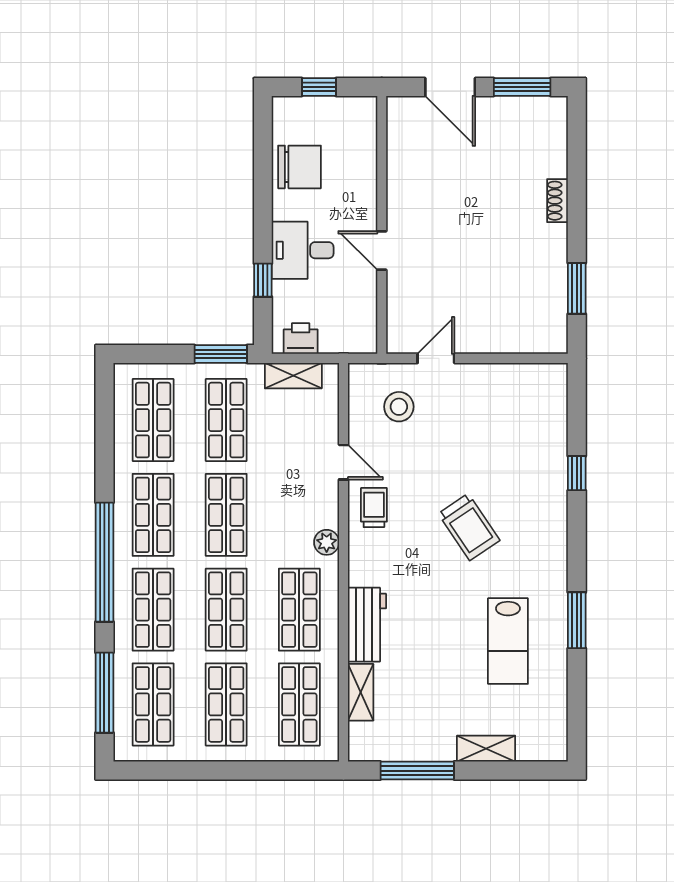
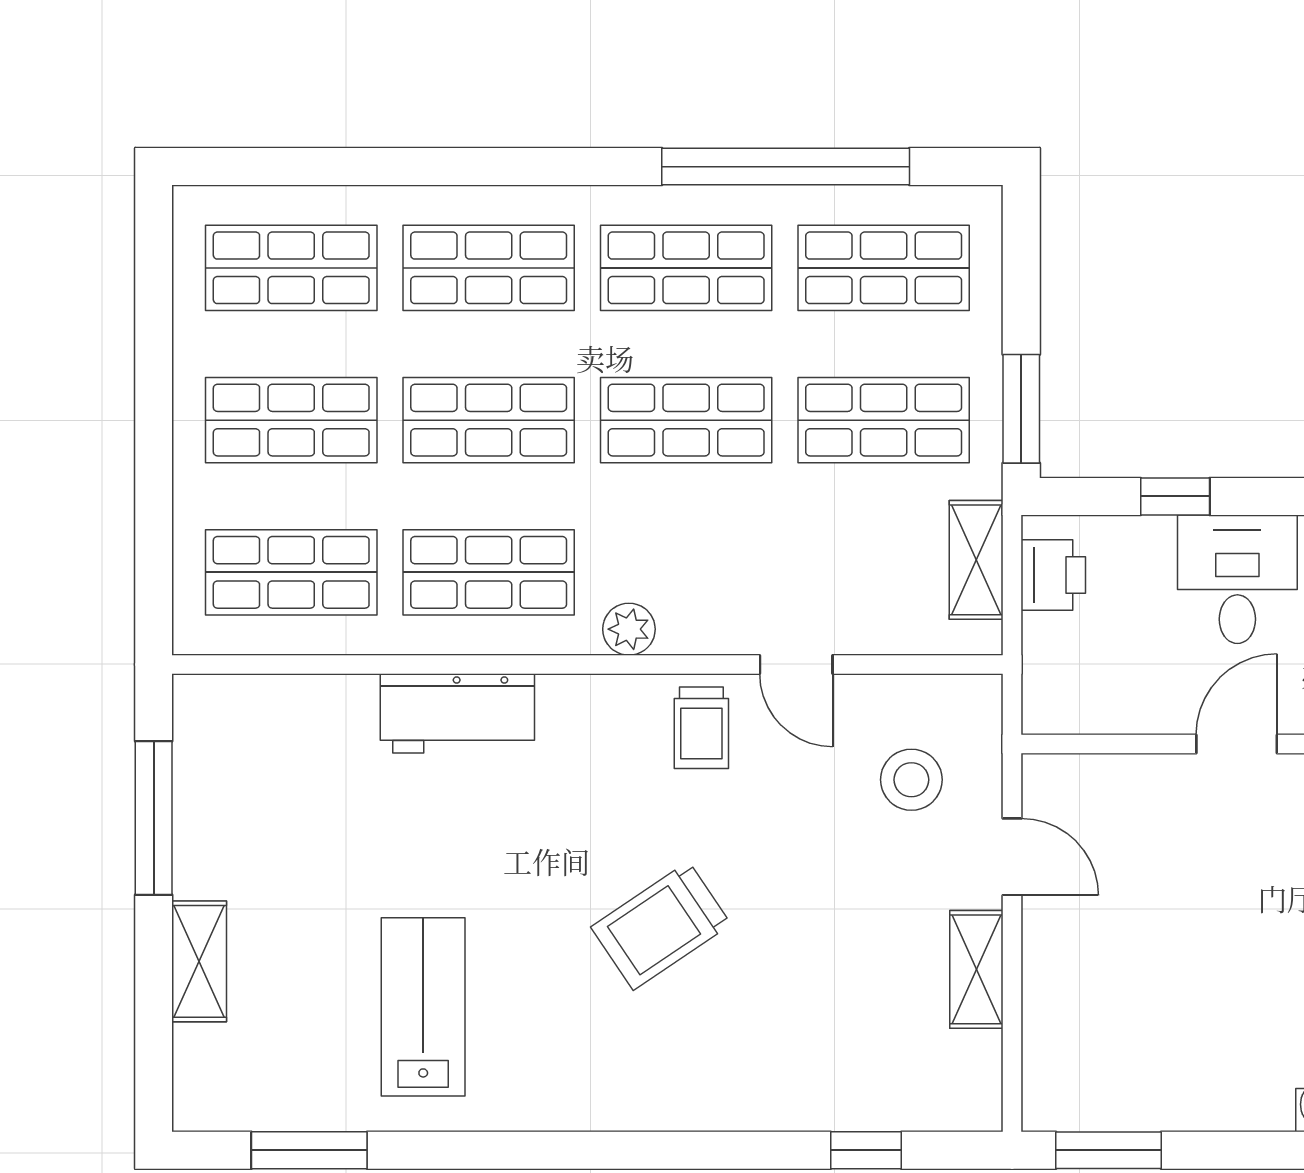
window: (577, 288) -> (1109, 1150), moved
door: (344, 462) -> (796, 664), hinge flipped
window: (577, 473) -> (866, 1150), moved
trolley: (374, 508) -> (701, 728), turned 90
window: (104, 562) -> (786, 167), moved
window: (577, 620) -> (309, 1150), moved
lab bench: (508, 641) -> (423, 1007), turned 90
shelving: (361, 692) -> (976, 969), moved, turned 90
window: (104, 693) -> (316, 167), removed

